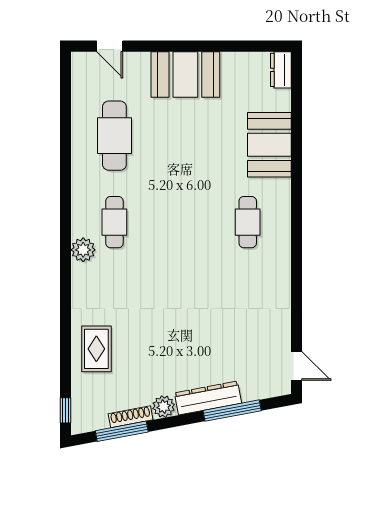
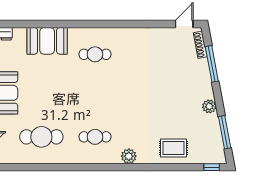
plant: (83, 250) -> (129, 156), moved
dresser: (208, 398) -> (204, 79), removed
shoe rack: (131, 417) -> (200, 45), moved

